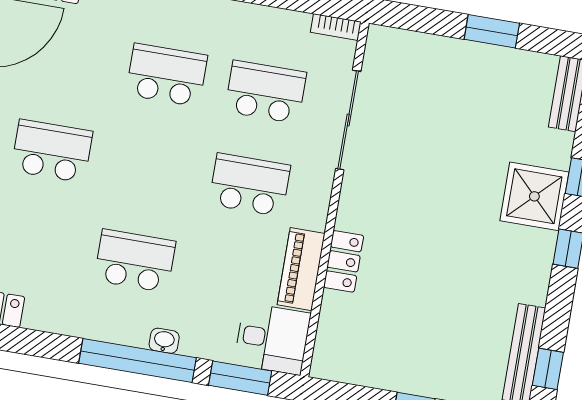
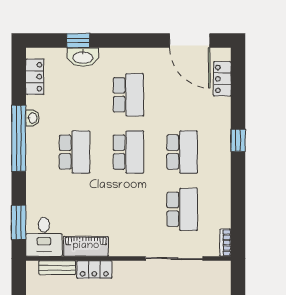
school desk: (250, 185) -> (128, 152), moved
bench: (329, 325) -> (57, 268), added
washbasin: (164, 341) -> (32, 118), moved
window: (138, 361) -> (19, 138), moved

